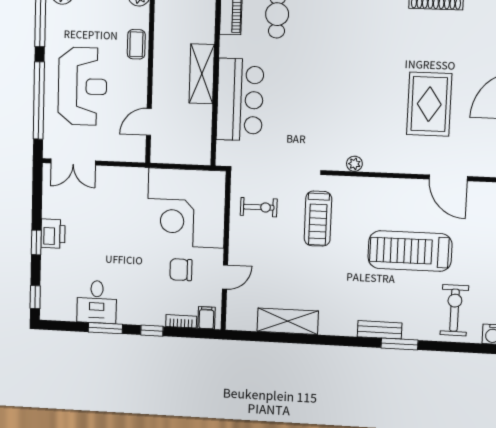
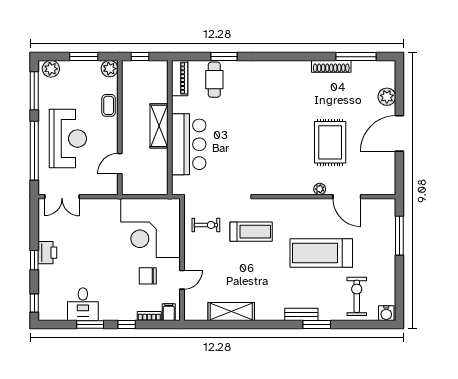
plant: (354, 164) -> (320, 189), moved
treadmill: (318, 219) -> (251, 232), turned -90

